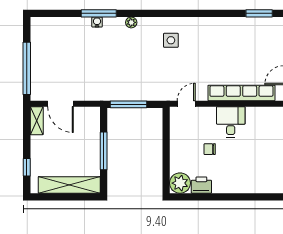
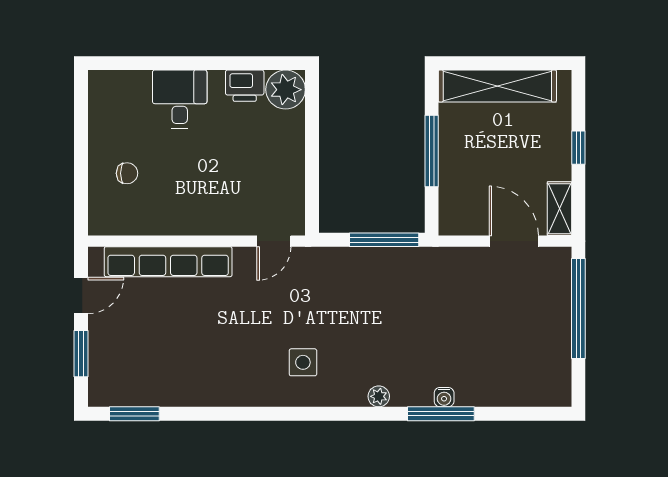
desk: (231, 122) -> (180, 99), moved, turned 180
chair: (210, 149) -> (127, 173), moved
window: (27, 167) -> (578, 148), moved

